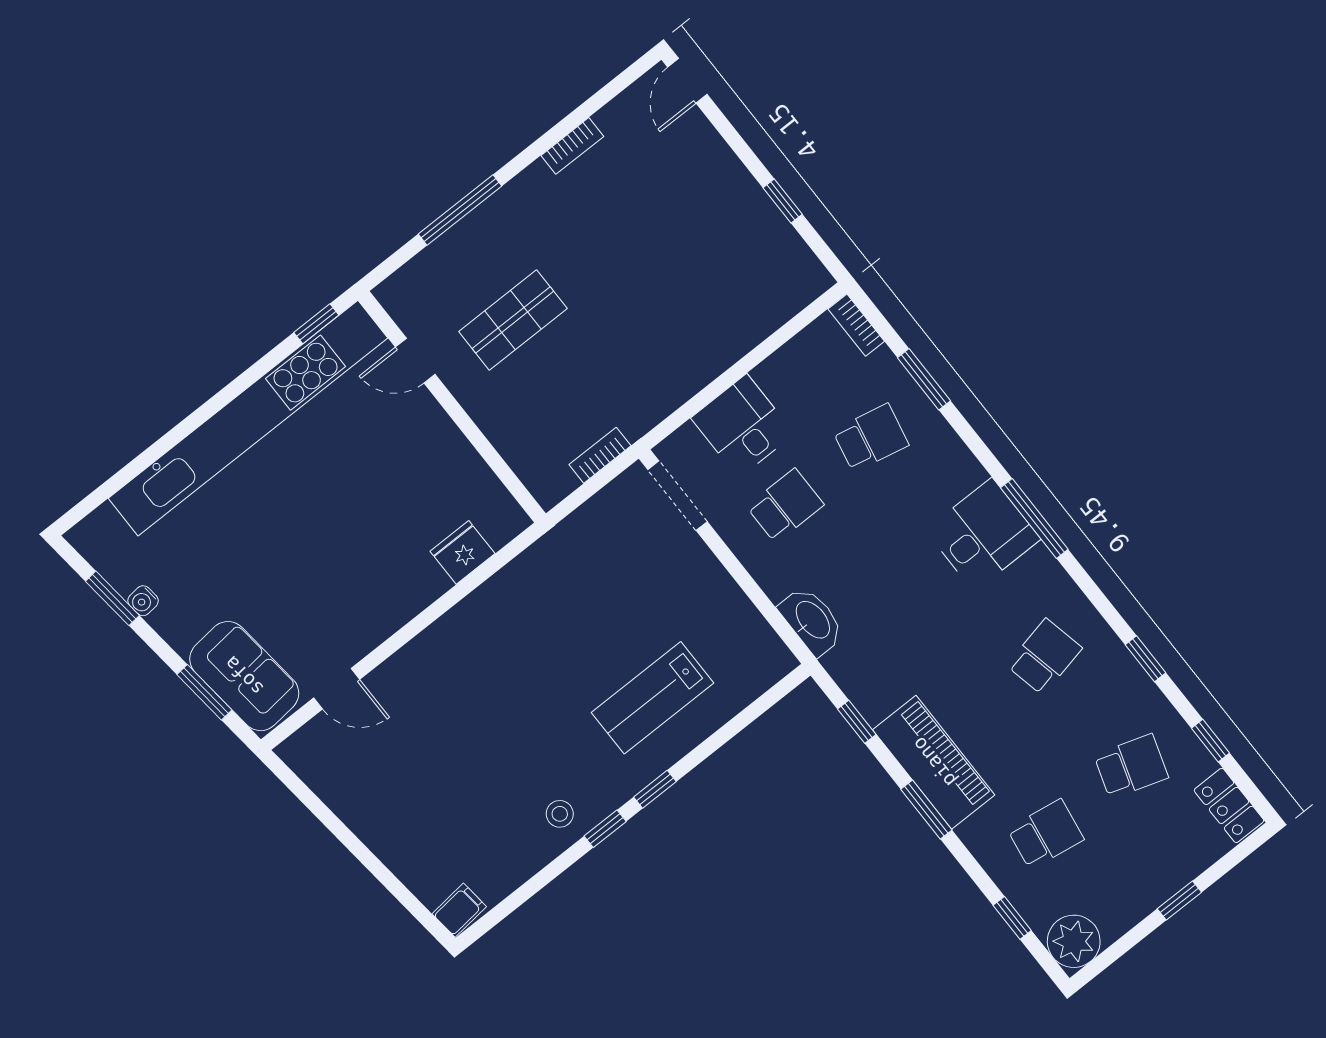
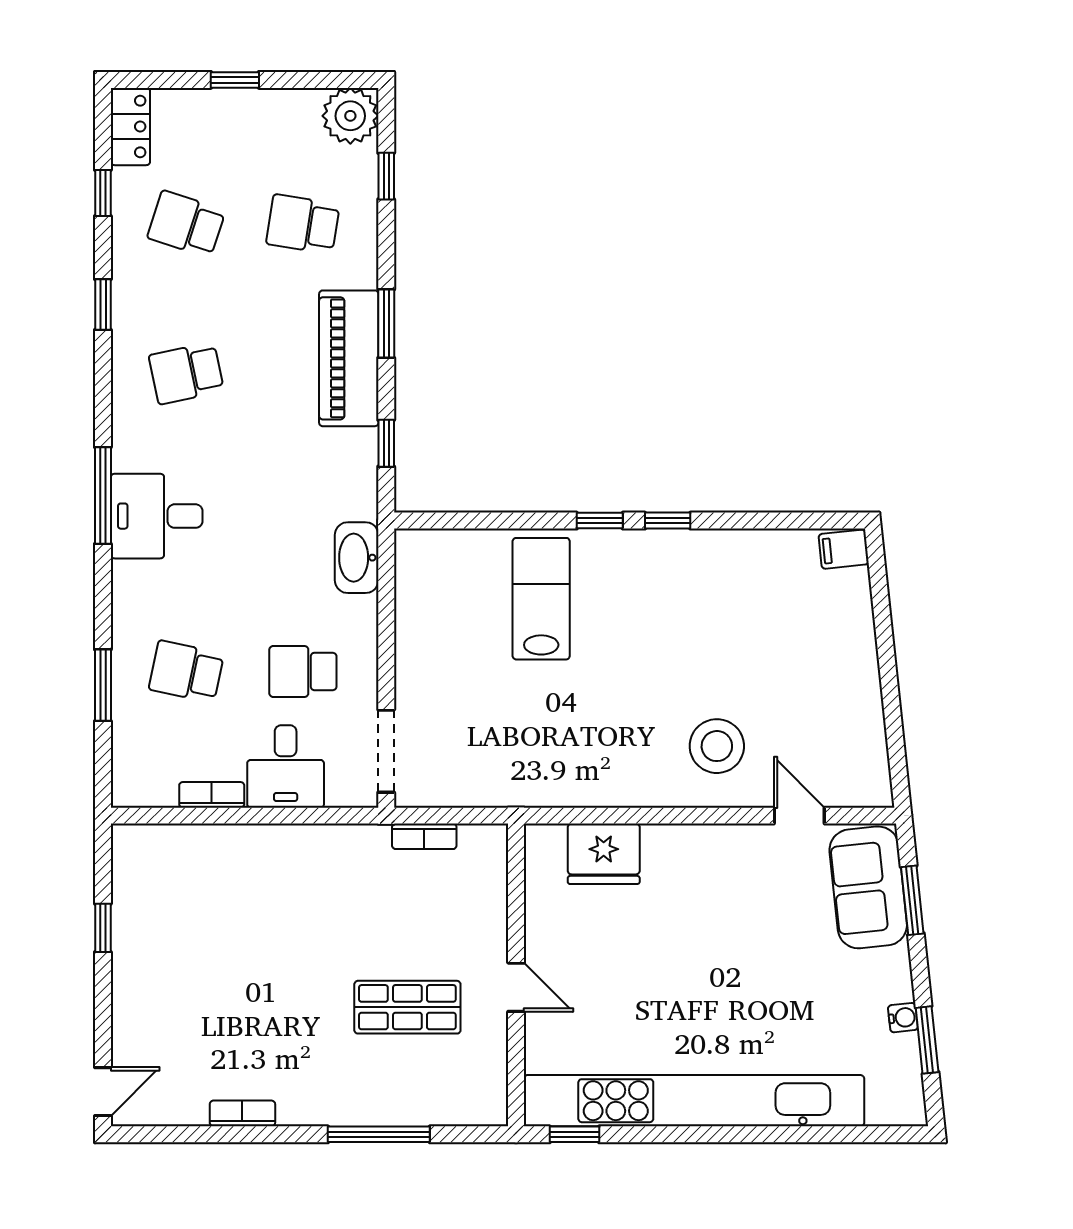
bookcase: (856, 325) -> (212, 795), moved, turned -90
door: (415, 361) -> (516, 987), moved
fridge: (463, 552) -> (604, 854), width x1.36, depth x1.34
lab bench: (652, 698) -> (541, 599), turned -90
stool: (560, 814) -> (717, 746), moved, width x1.89, depth x1.89

